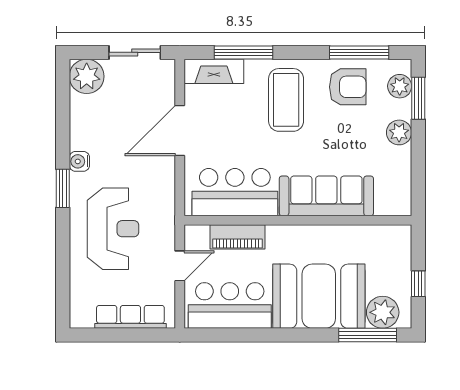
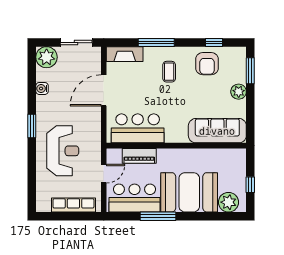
window: (243, 52) -> (156, 43), moved
window: (359, 52) -> (214, 43), width x0.46
plant: (400, 86) -> (239, 63), removed
armchair: (348, 87) -> (207, 64), turned 90
coffee table: (286, 100) -> (169, 72), width x0.54, depth x0.58
water cooler: (79, 161) -> (42, 88), moved
sofa: (326, 196) -> (217, 131), moved
window: (368, 335) -> (158, 216), moved

